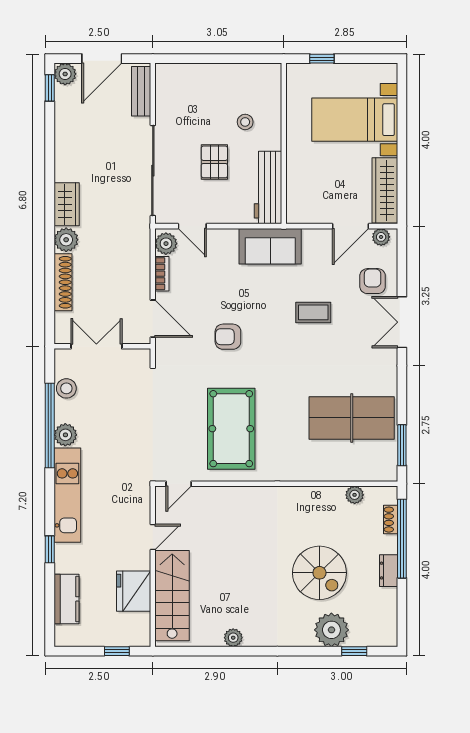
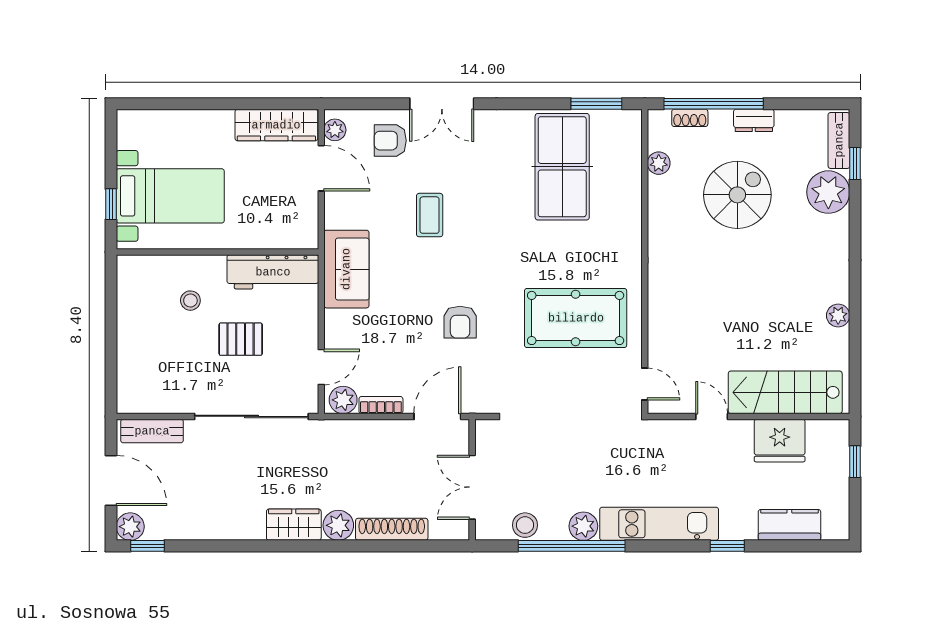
bed with nightstands: (355, 120) -> (170, 196), moved, turned -90
spiral stairs: (319, 573) -> (737, 195), moved
bench: (373, 638) -> (839, 140), added

